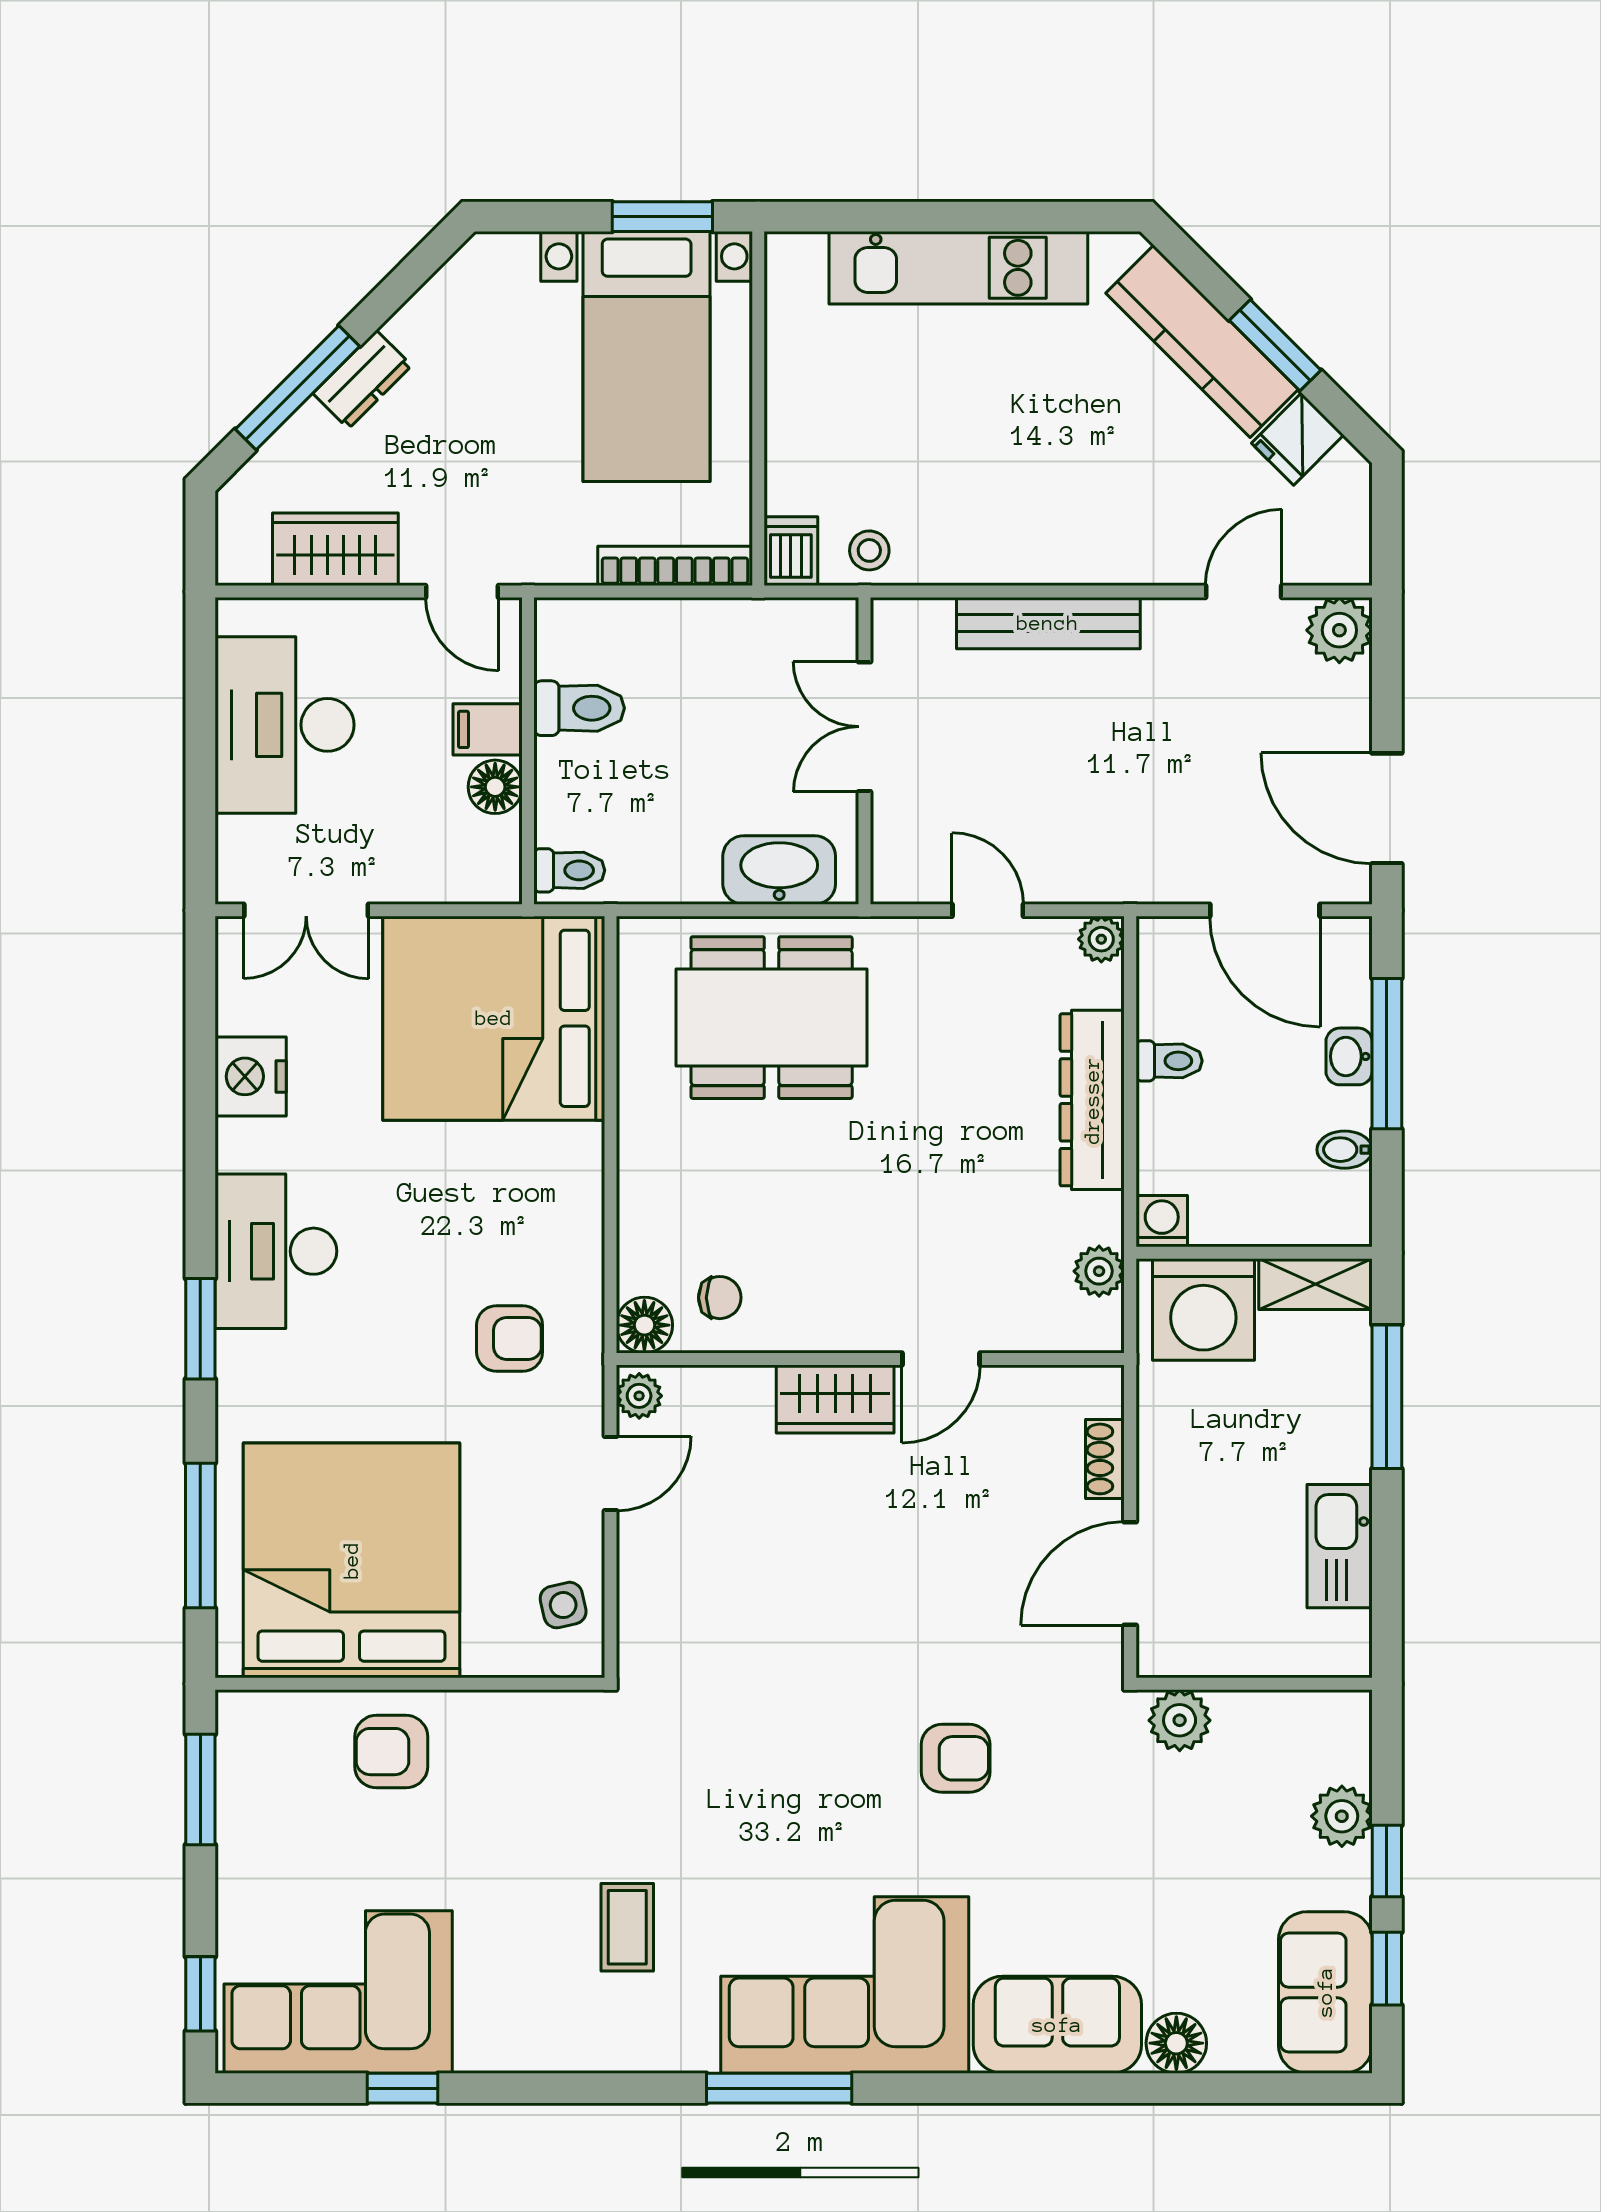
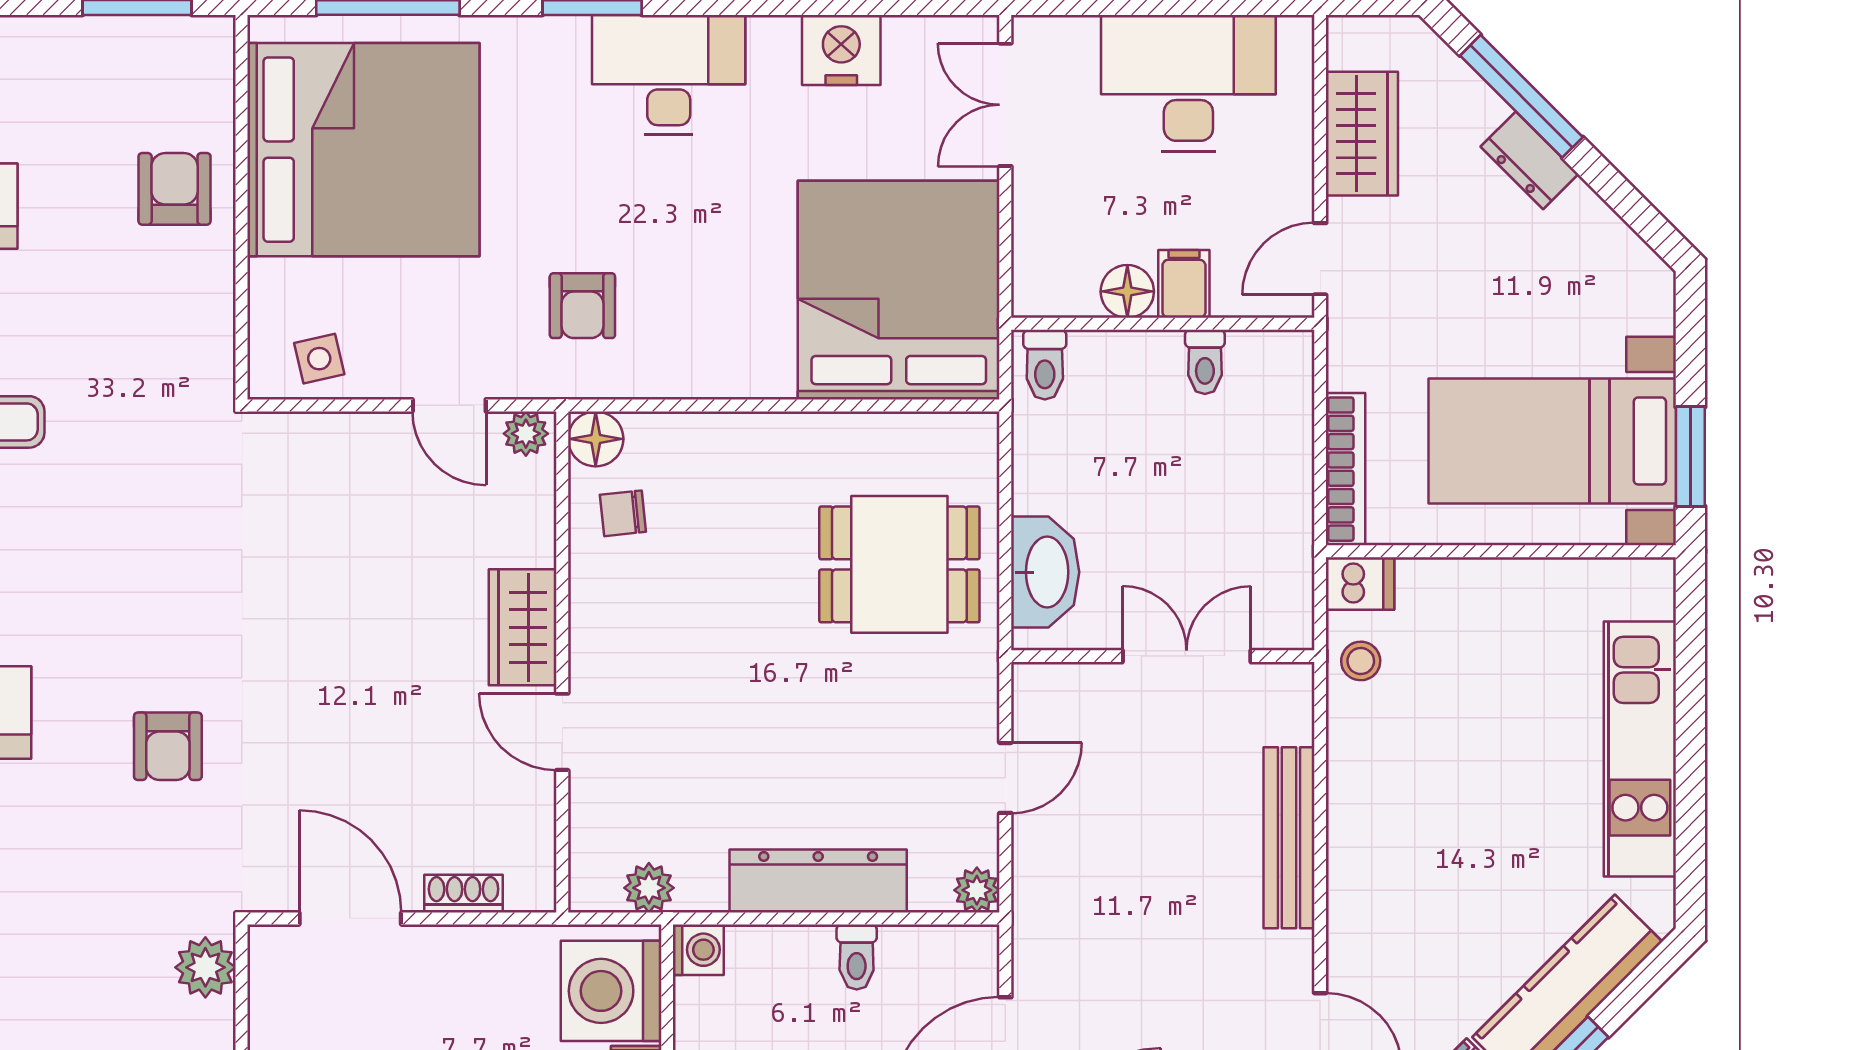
toilet: (579, 708) -> (1205, 362), width x0.73, depth x0.72
dining table: (772, 1018) -> (899, 564), width x0.73
chair: (720, 1298) -> (623, 513), turned 84

